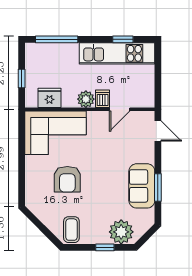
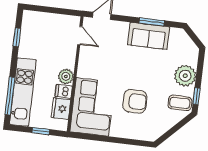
kitchen unit: (117, 53) -> (23, 92), moved
dishwasher: (103, 99) -> (64, 91), moved
door: (120, 109) -> (80, 36), moved
plant: (121, 232) -> (185, 76), moved
window: (105, 247) -> (197, 96), moved

